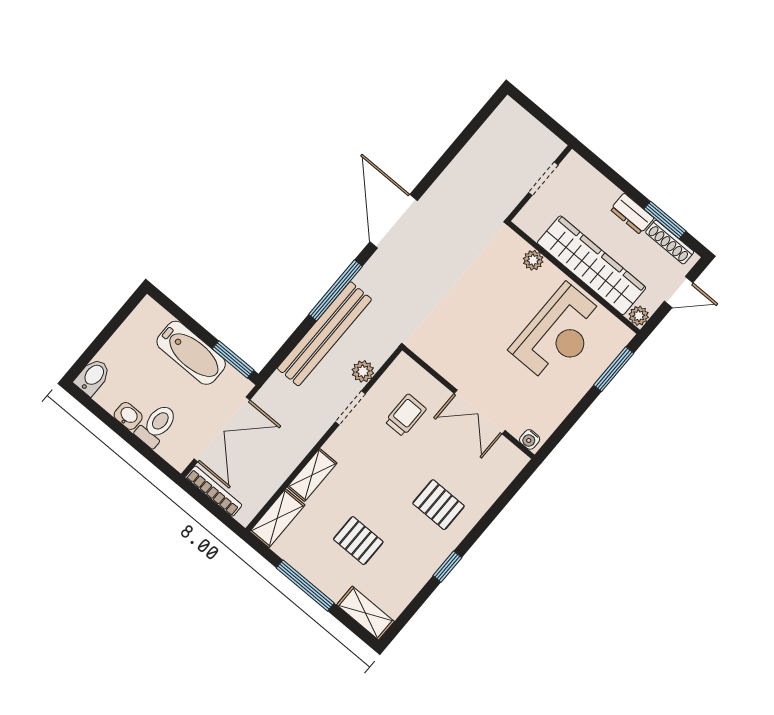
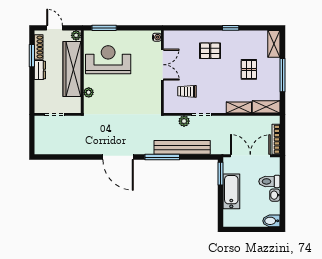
door: (394, 221) -> (118, 157), hinge flipped
pallet: (439, 505) -> (210, 51), turned 90

